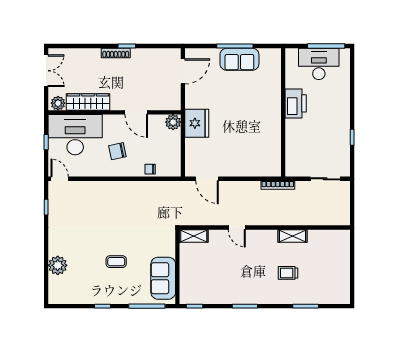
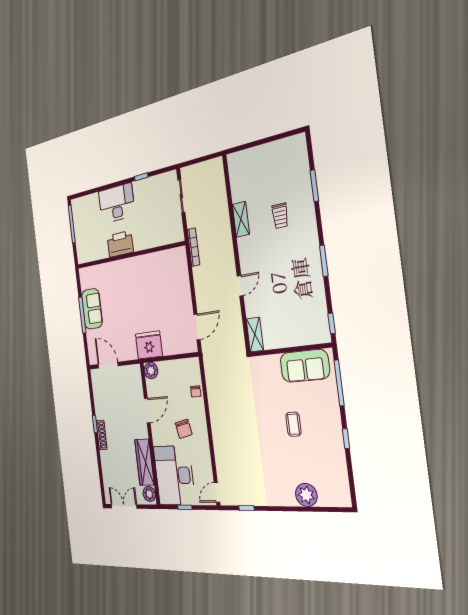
desk: (319, 64) -> (117, 203), moved, turned 90

